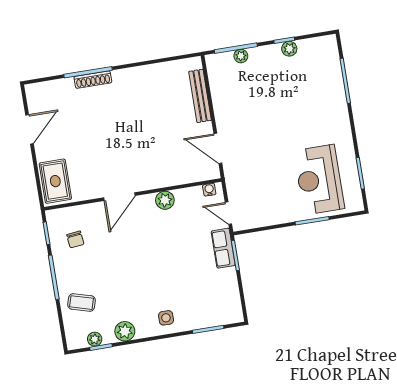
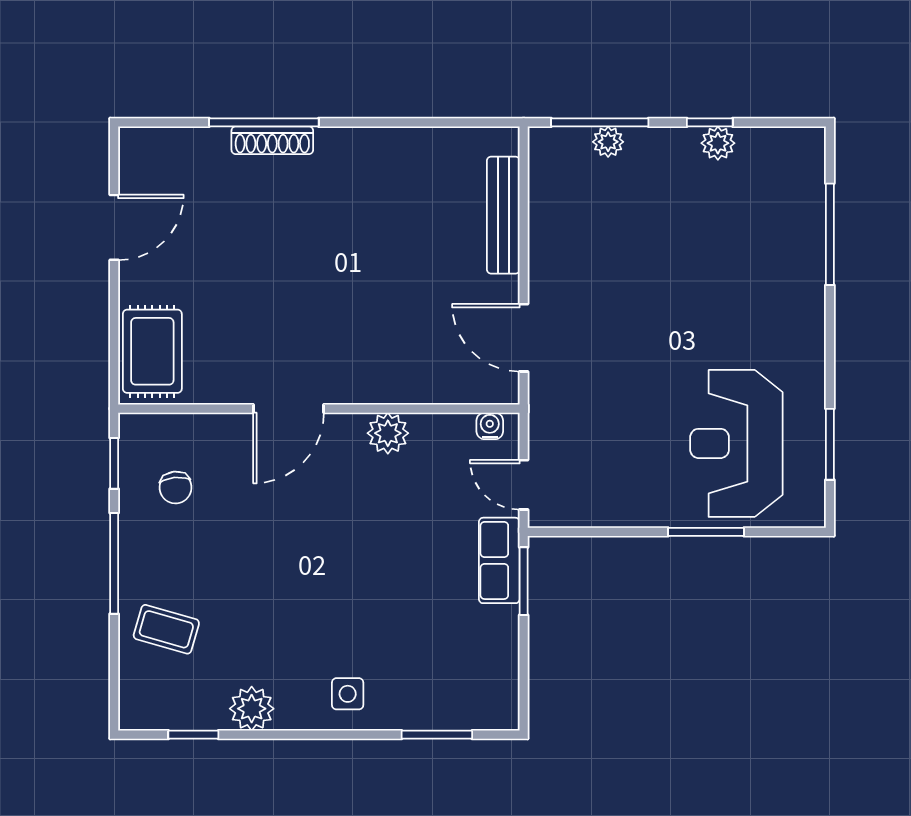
plant: (95, 339) -> (182, 715), removed

